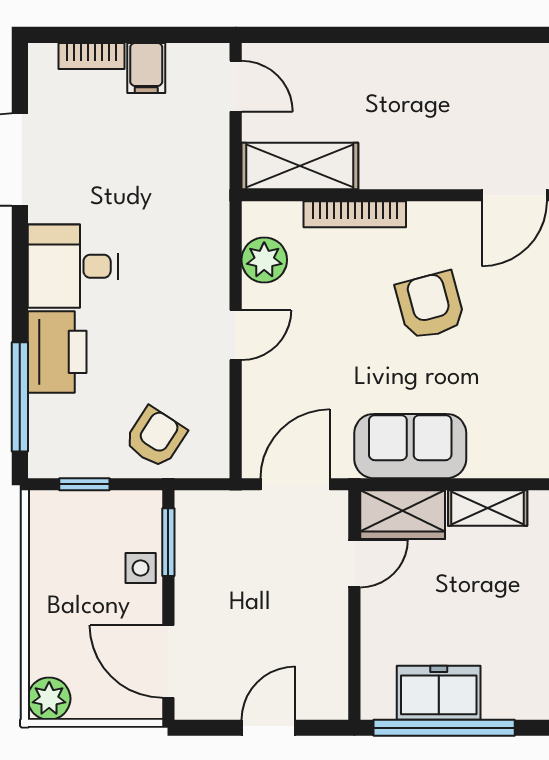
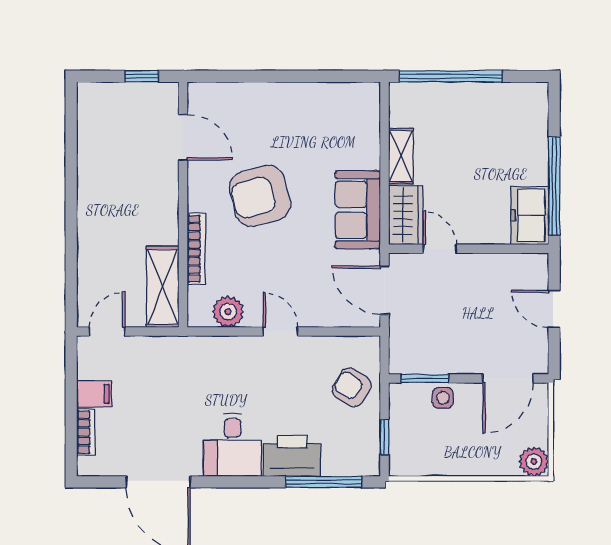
armchair: (430, 305) -> (260, 196), width x1.36, depth x1.36
freezer: (439, 693) -> (530, 215), moved

